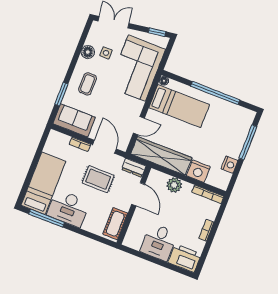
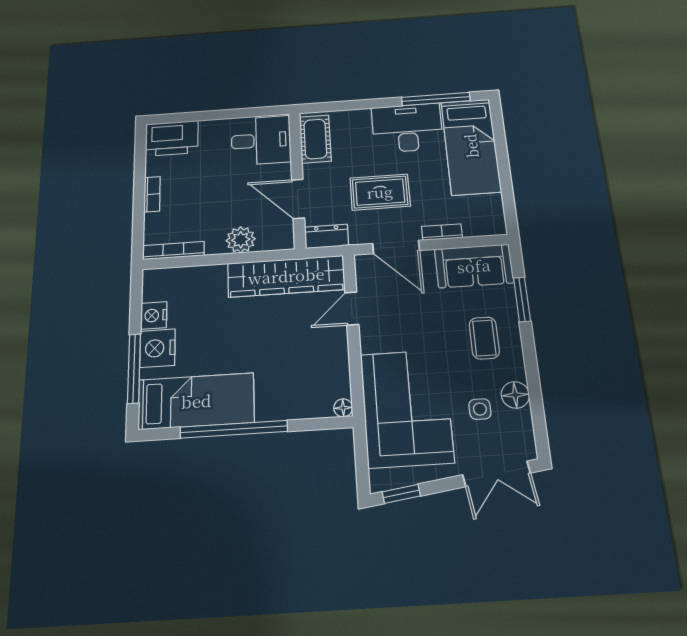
bed: (179, 106) -> (196, 401), moved, turned 180
nightstand: (198, 171) -> (157, 348), moved, turned -90
desk: (159, 242) -> (261, 140), moved, turned 90

